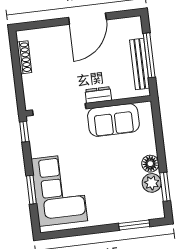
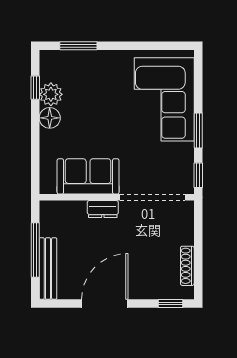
window: (34, 25) -> (170, 304), added
bench: (140, 64) -> (48, 269), moved
window: (165, 187) -> (35, 88), width x0.67
window: (31, 190) -> (198, 131), moved

